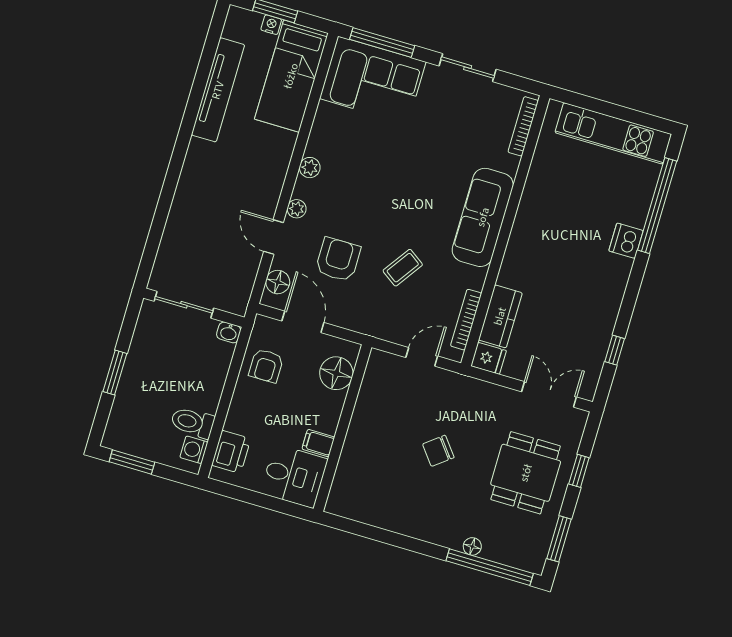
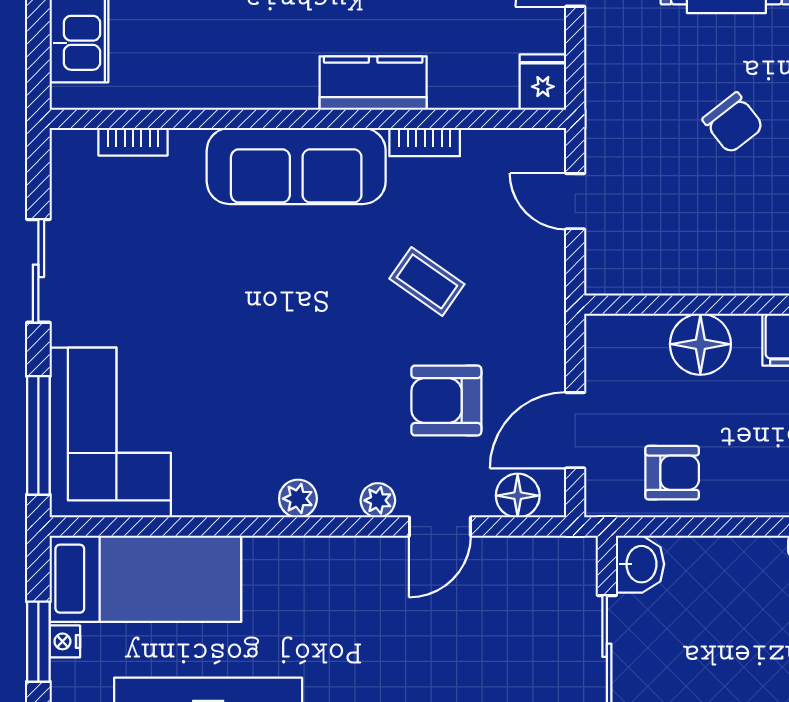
bookcase: (523, 126) -> (133, 142), width x0.64
kitchen counter: (500, 316) -> (373, 83), moved
bookcase: (466, 320) -> (425, 142), moved, width x0.64
washbasin: (229, 332) -> (640, 564), width x1.38, depth x1.45
floor lamp: (336, 373) -> (700, 344), moved

